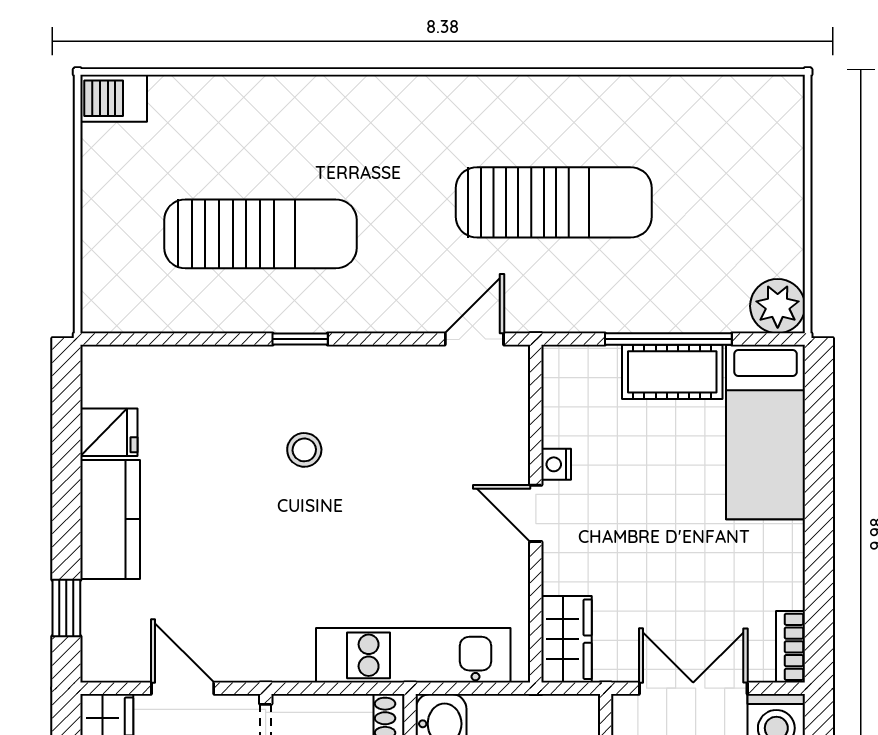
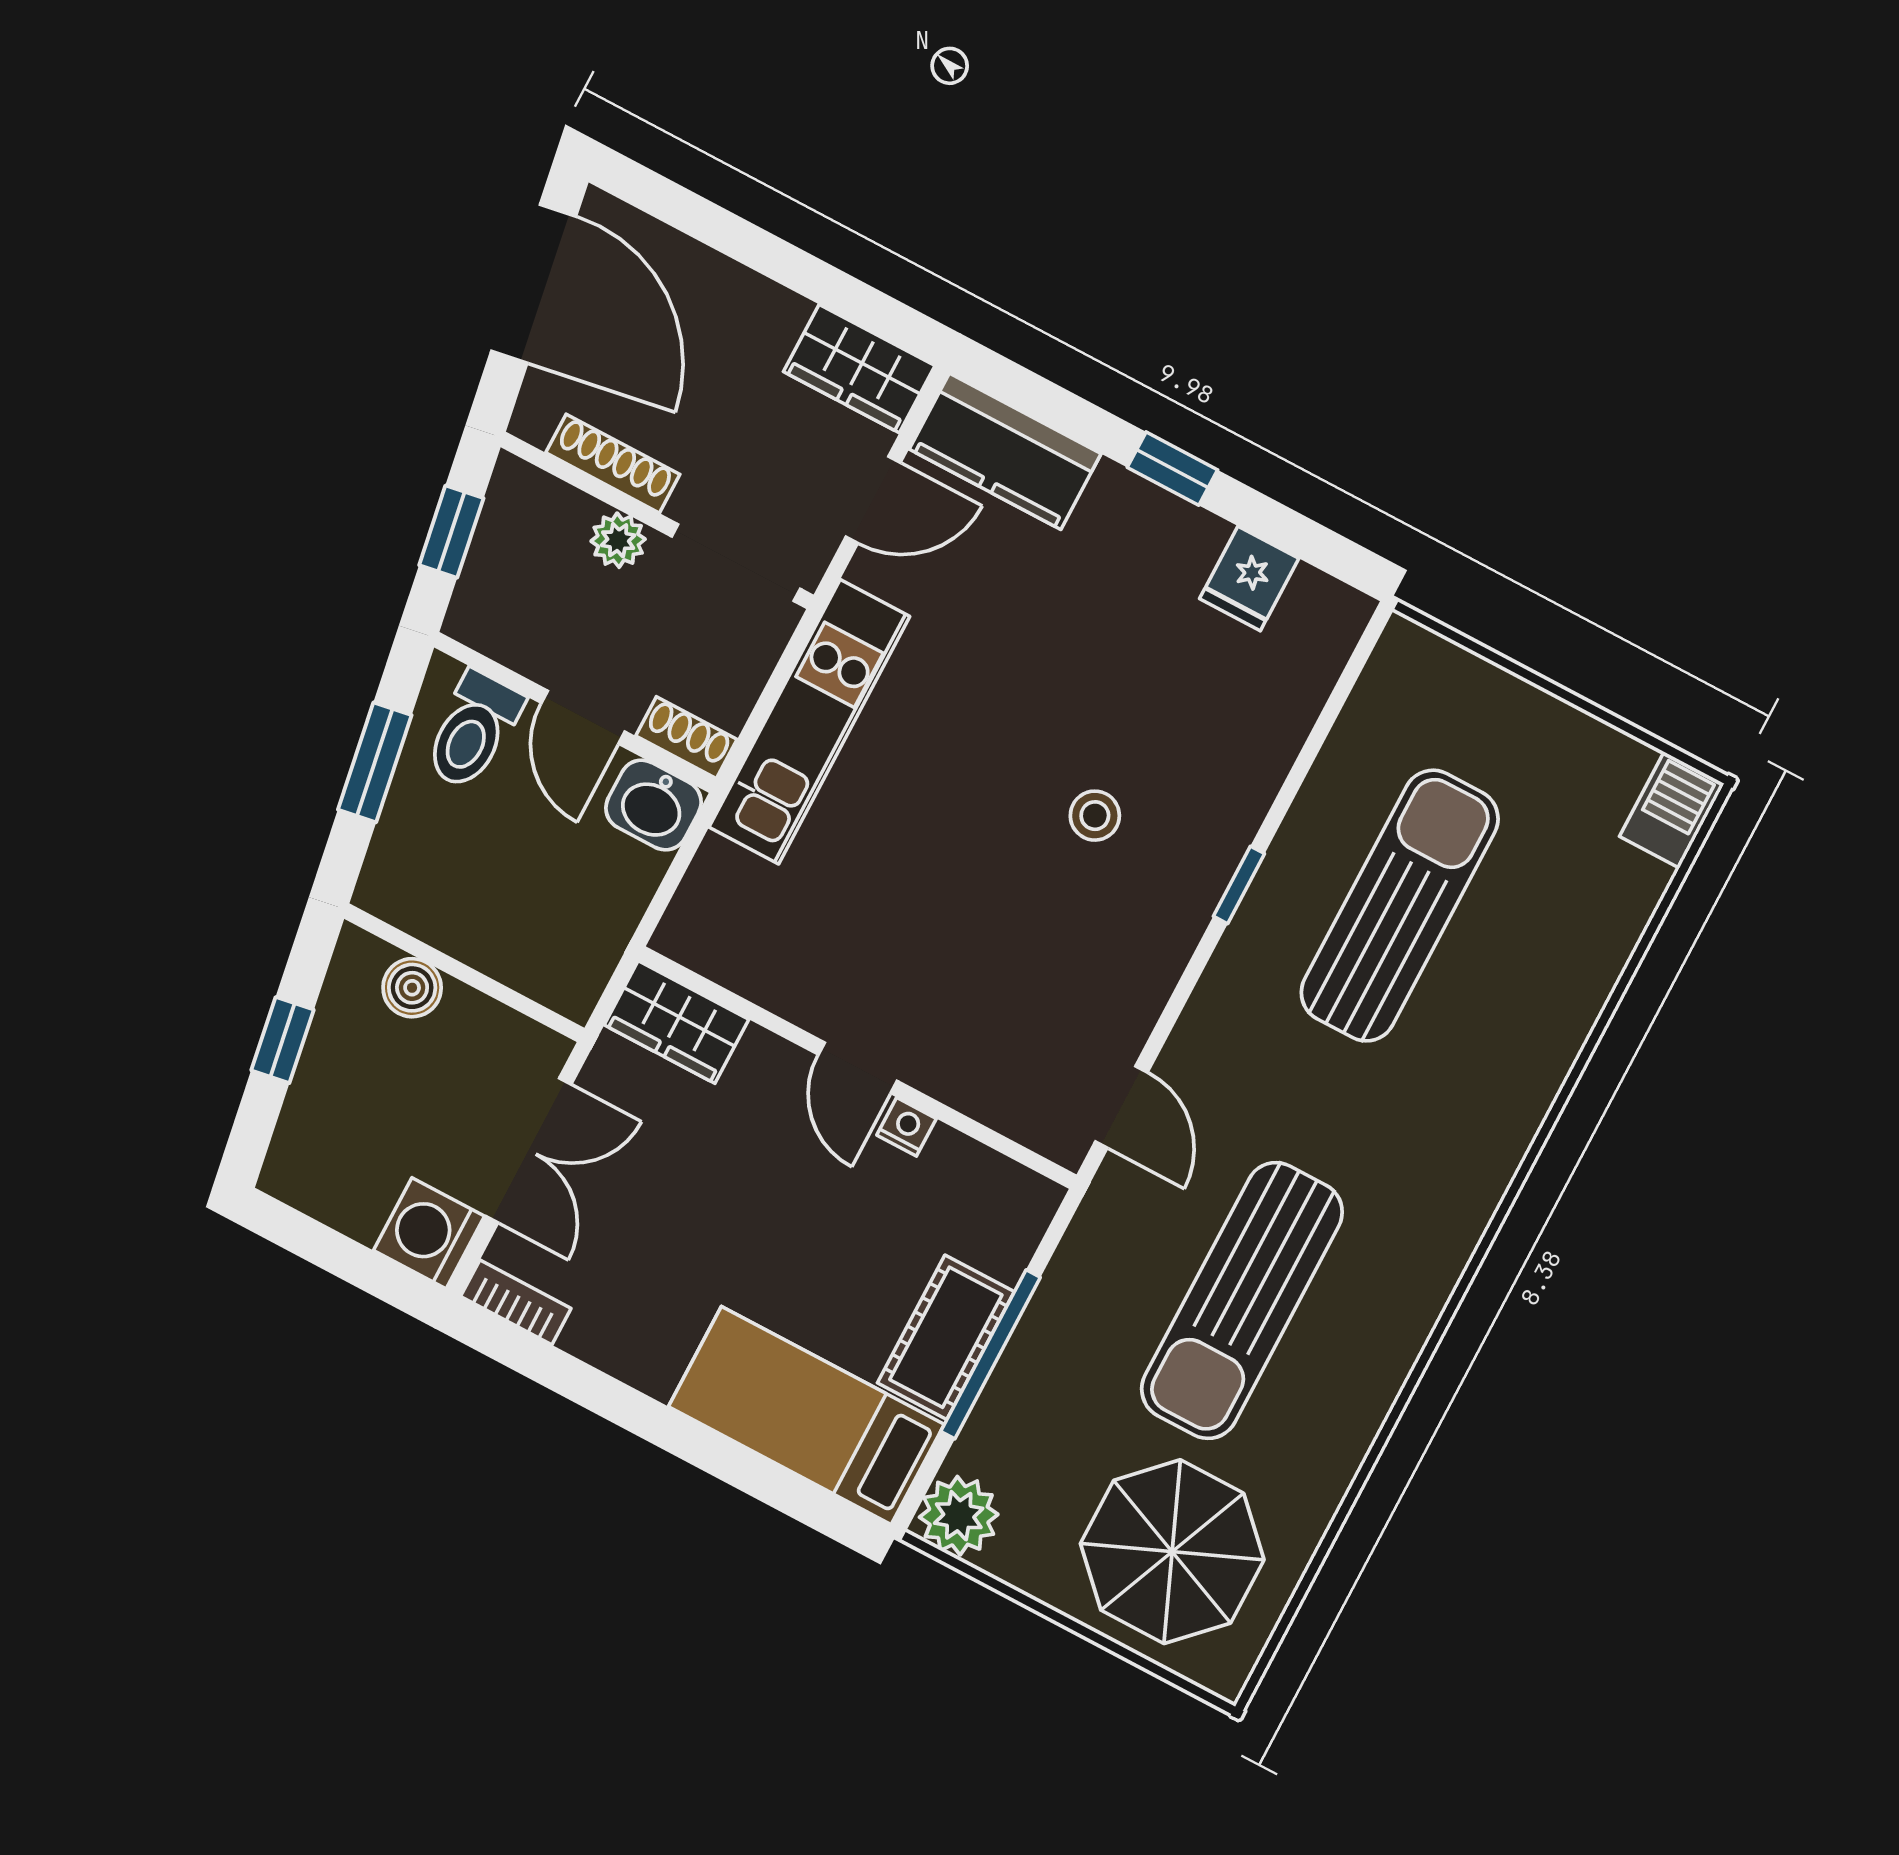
parasol: (730, 164) -> (1172, 1552), added
sun lounger: (261, 234) -> (1400, 906), turned 180
door: (536, 513) -> (858, 1068), swing flipped
kitchen counter: (110, 519) -> (1005, 451), moved
window: (66, 608) -> (1172, 469), moved
kitchen unit: (413, 655) -> (809, 722), moved

